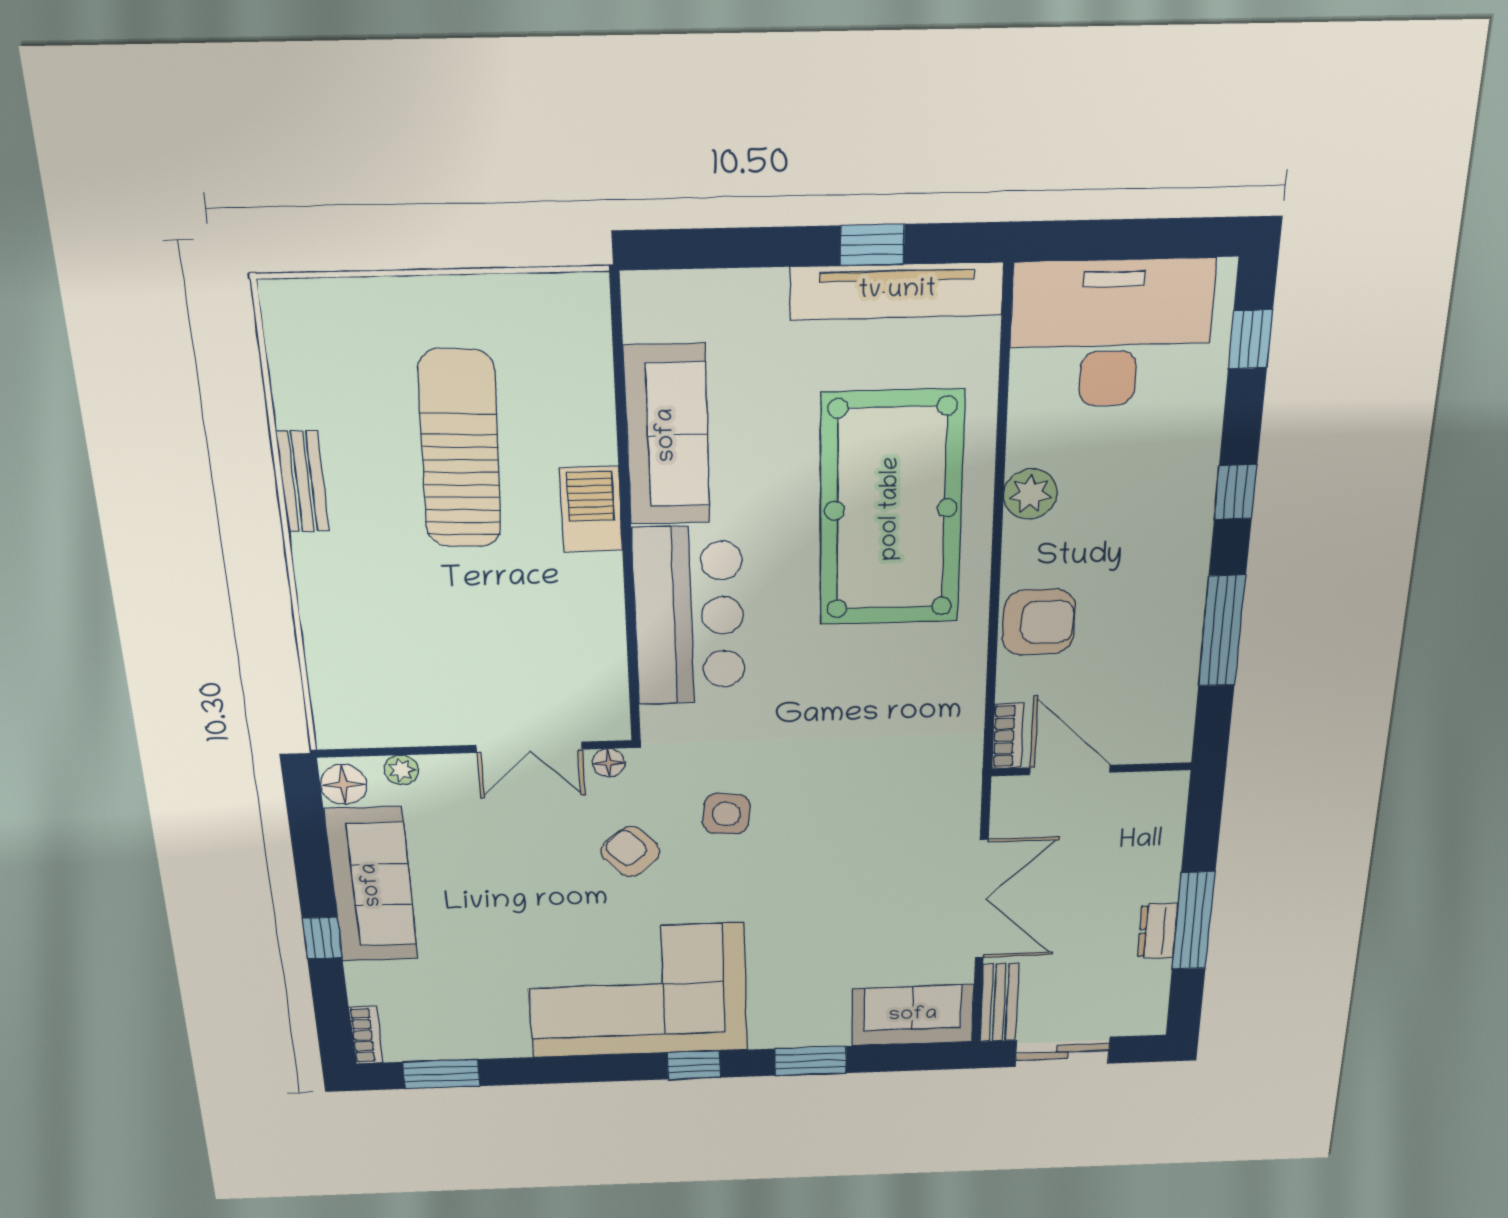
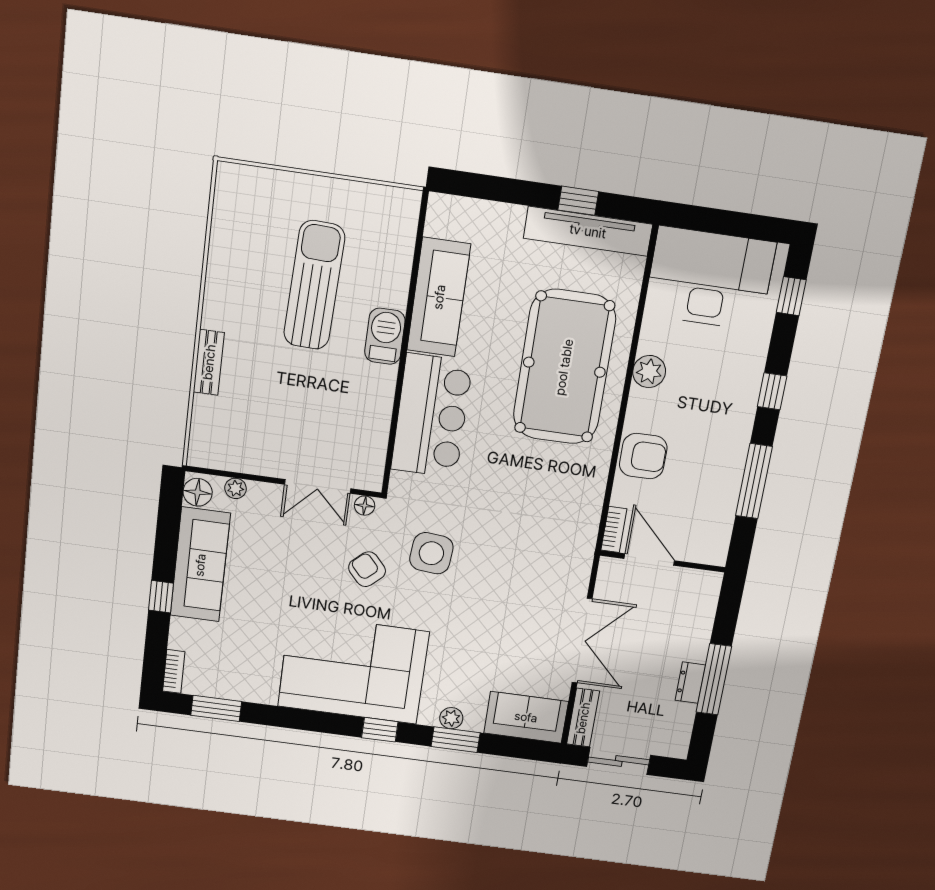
bench: (303, 482) -> (209, 362), moved
side table: (726, 814) -> (431, 553), width x1.37, depth x1.37
plant: (799, 1033) -> (451, 718), added

